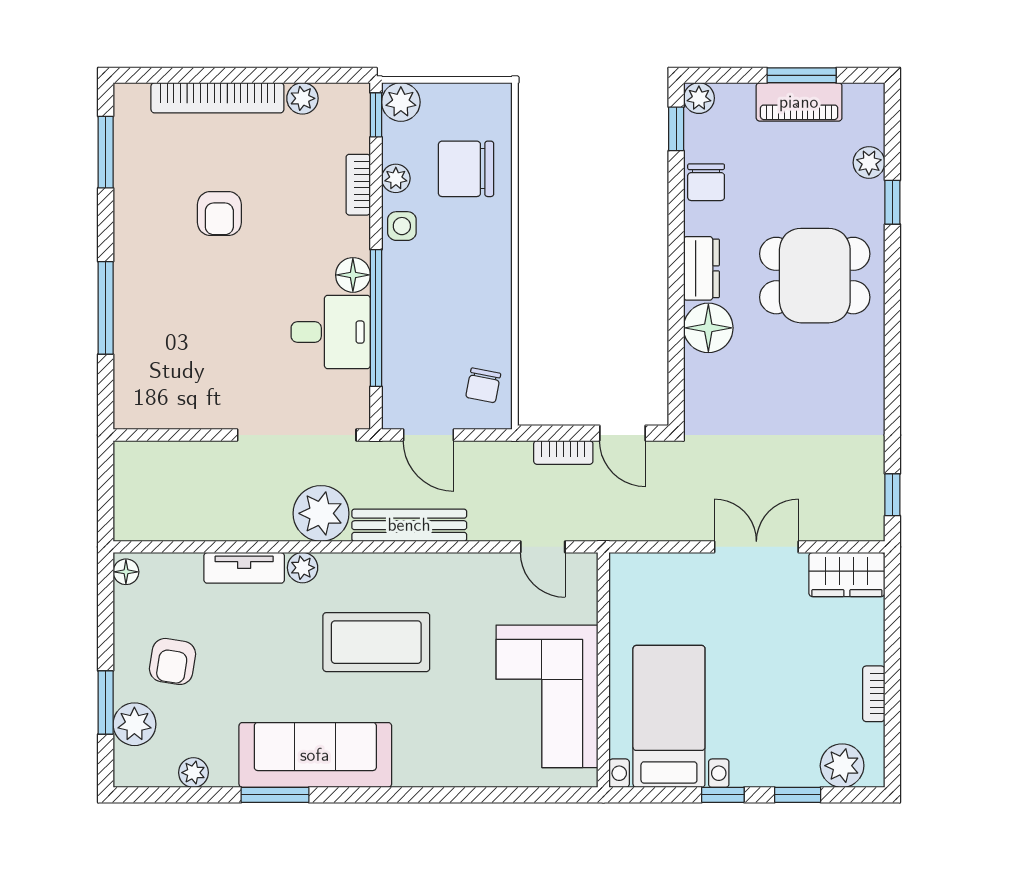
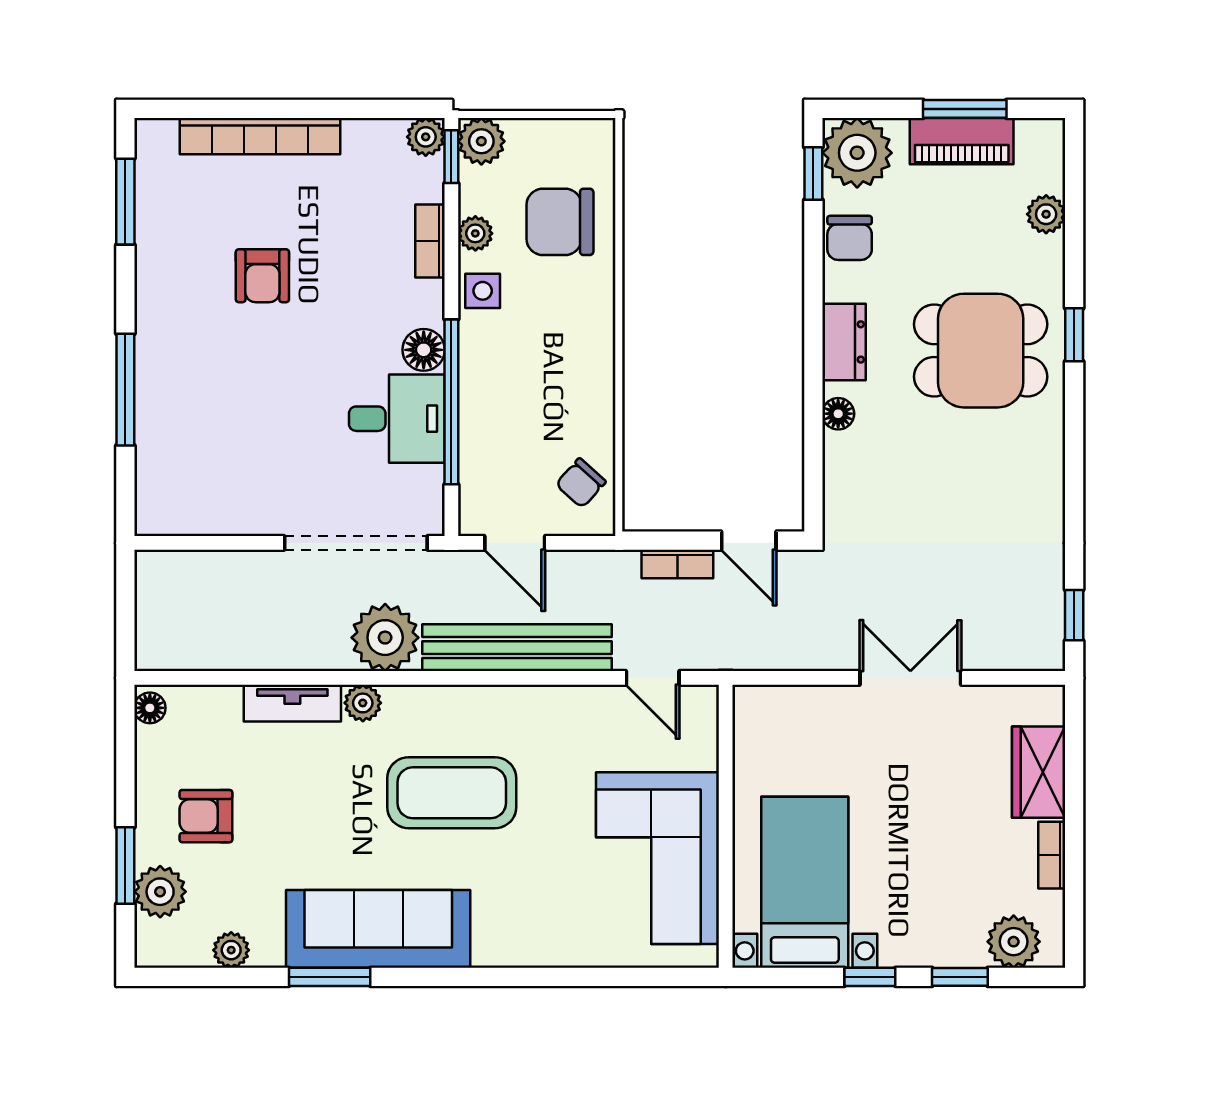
plant: (302, 98) -> (426, 137), moved
plant: (699, 98) -> (857, 153), width x1.88, depth x1.88
window: (892, 202) -> (1074, 335), moved
floor lamp: (708, 328) -> (838, 414), width x0.53, depth x0.53
chair: (483, 385) -> (581, 483), turned 31
bench: (409, 525) -> (517, 648), width x1.37, depth x1.21
wardrobe: (847, 575) -> (1039, 772), moved, turned 90
armchair: (173, 661) -> (206, 816), turned 81

